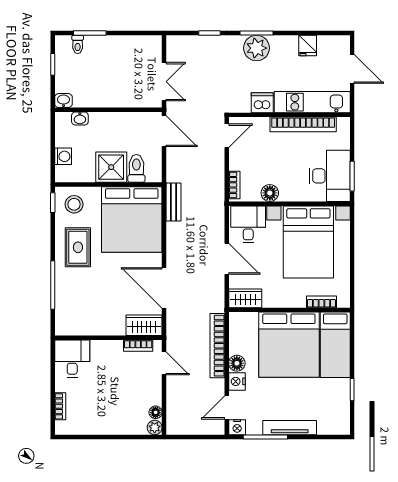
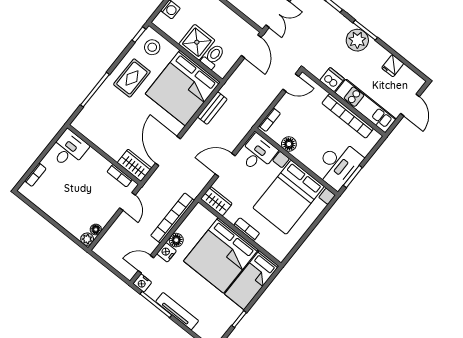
bench: (173, 202) -> (212, 108), moved
door: (227, 259) -> (225, 165), swing flipped
bookcase: (321, 302) -> (247, 229), moved

